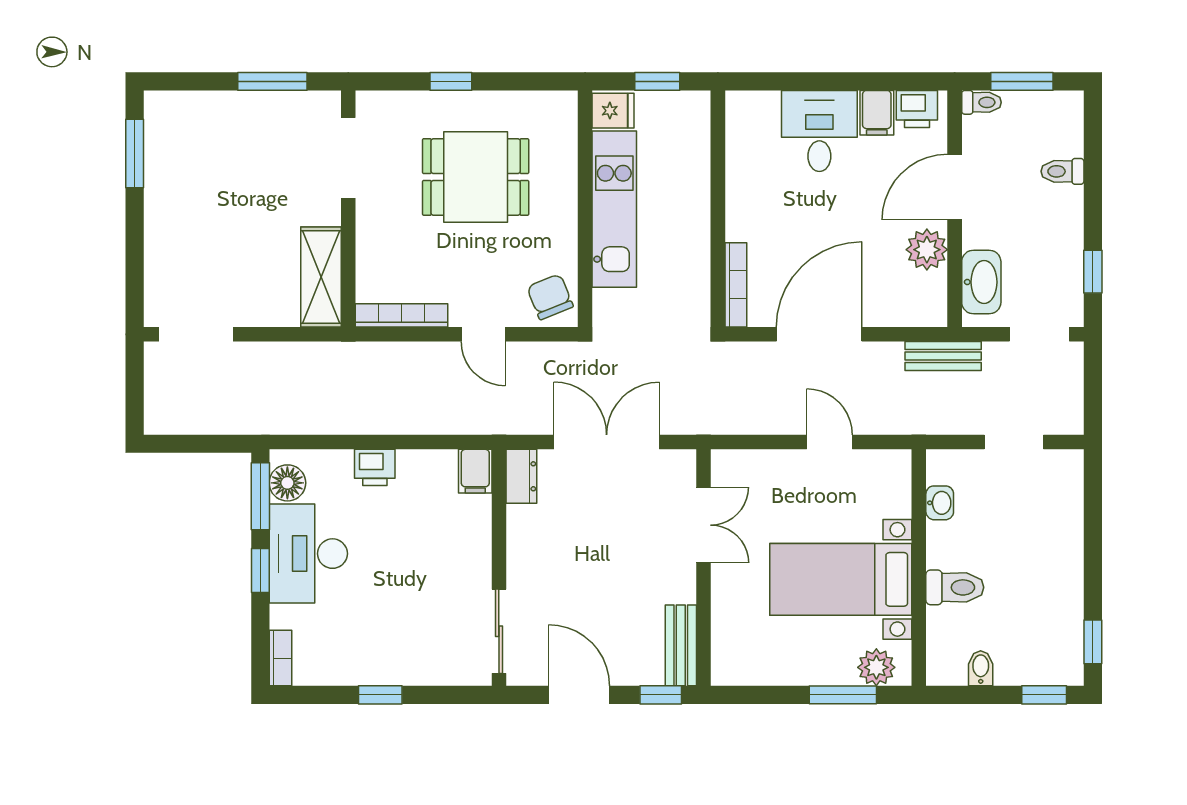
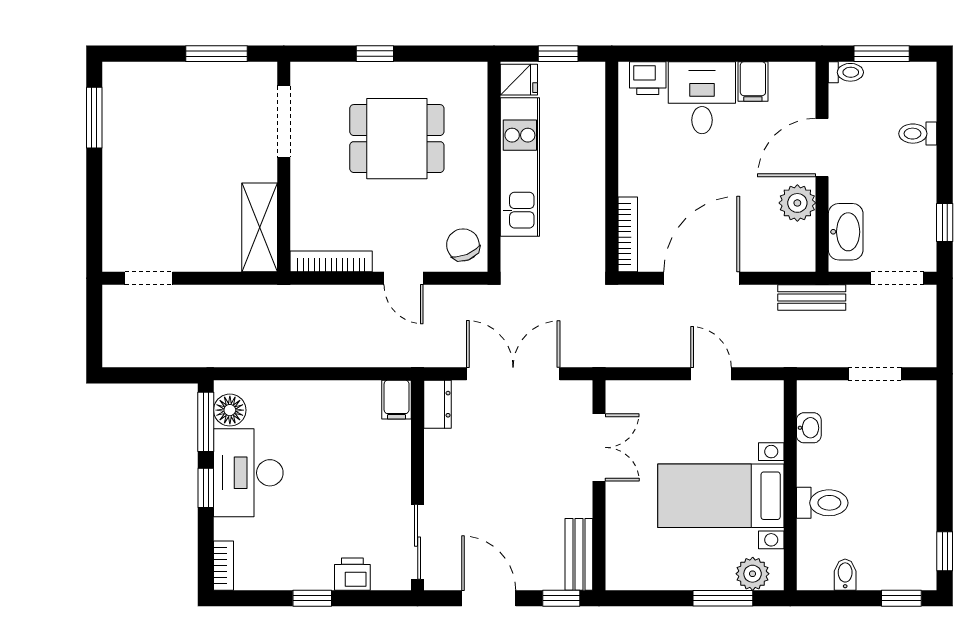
printer: (917, 109) -> (648, 78), moved
doorway: (196, 334) -> (149, 278), width x0.73
printer: (375, 467) -> (352, 574), moved, turned 180

